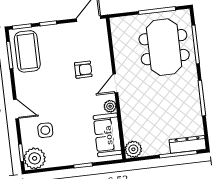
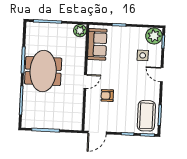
meeting table: (164, 47) -> (43, 71), moved
plant: (110, 106) -> (92, 65), removed
dresser: (188, 144) -> (39, 28), removed

